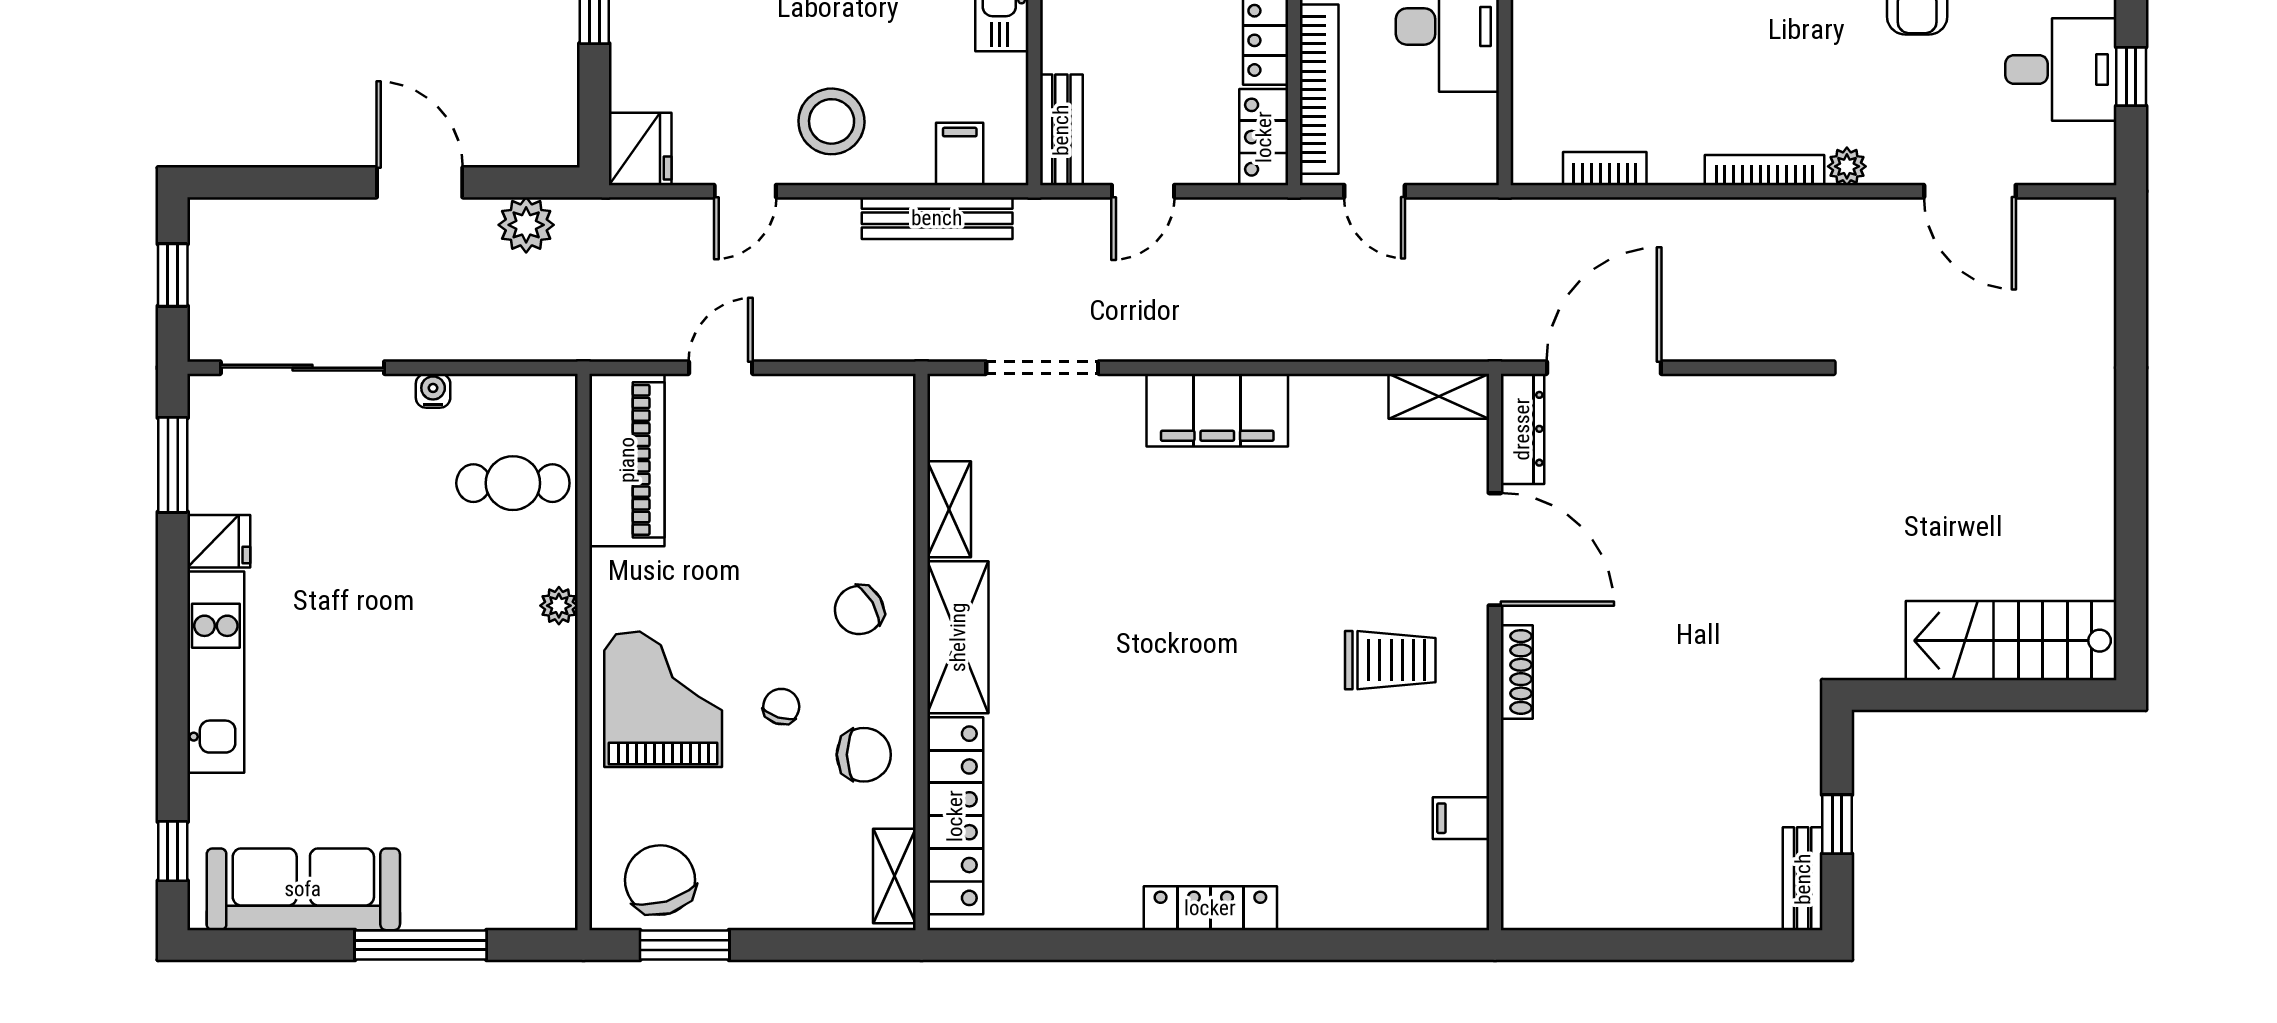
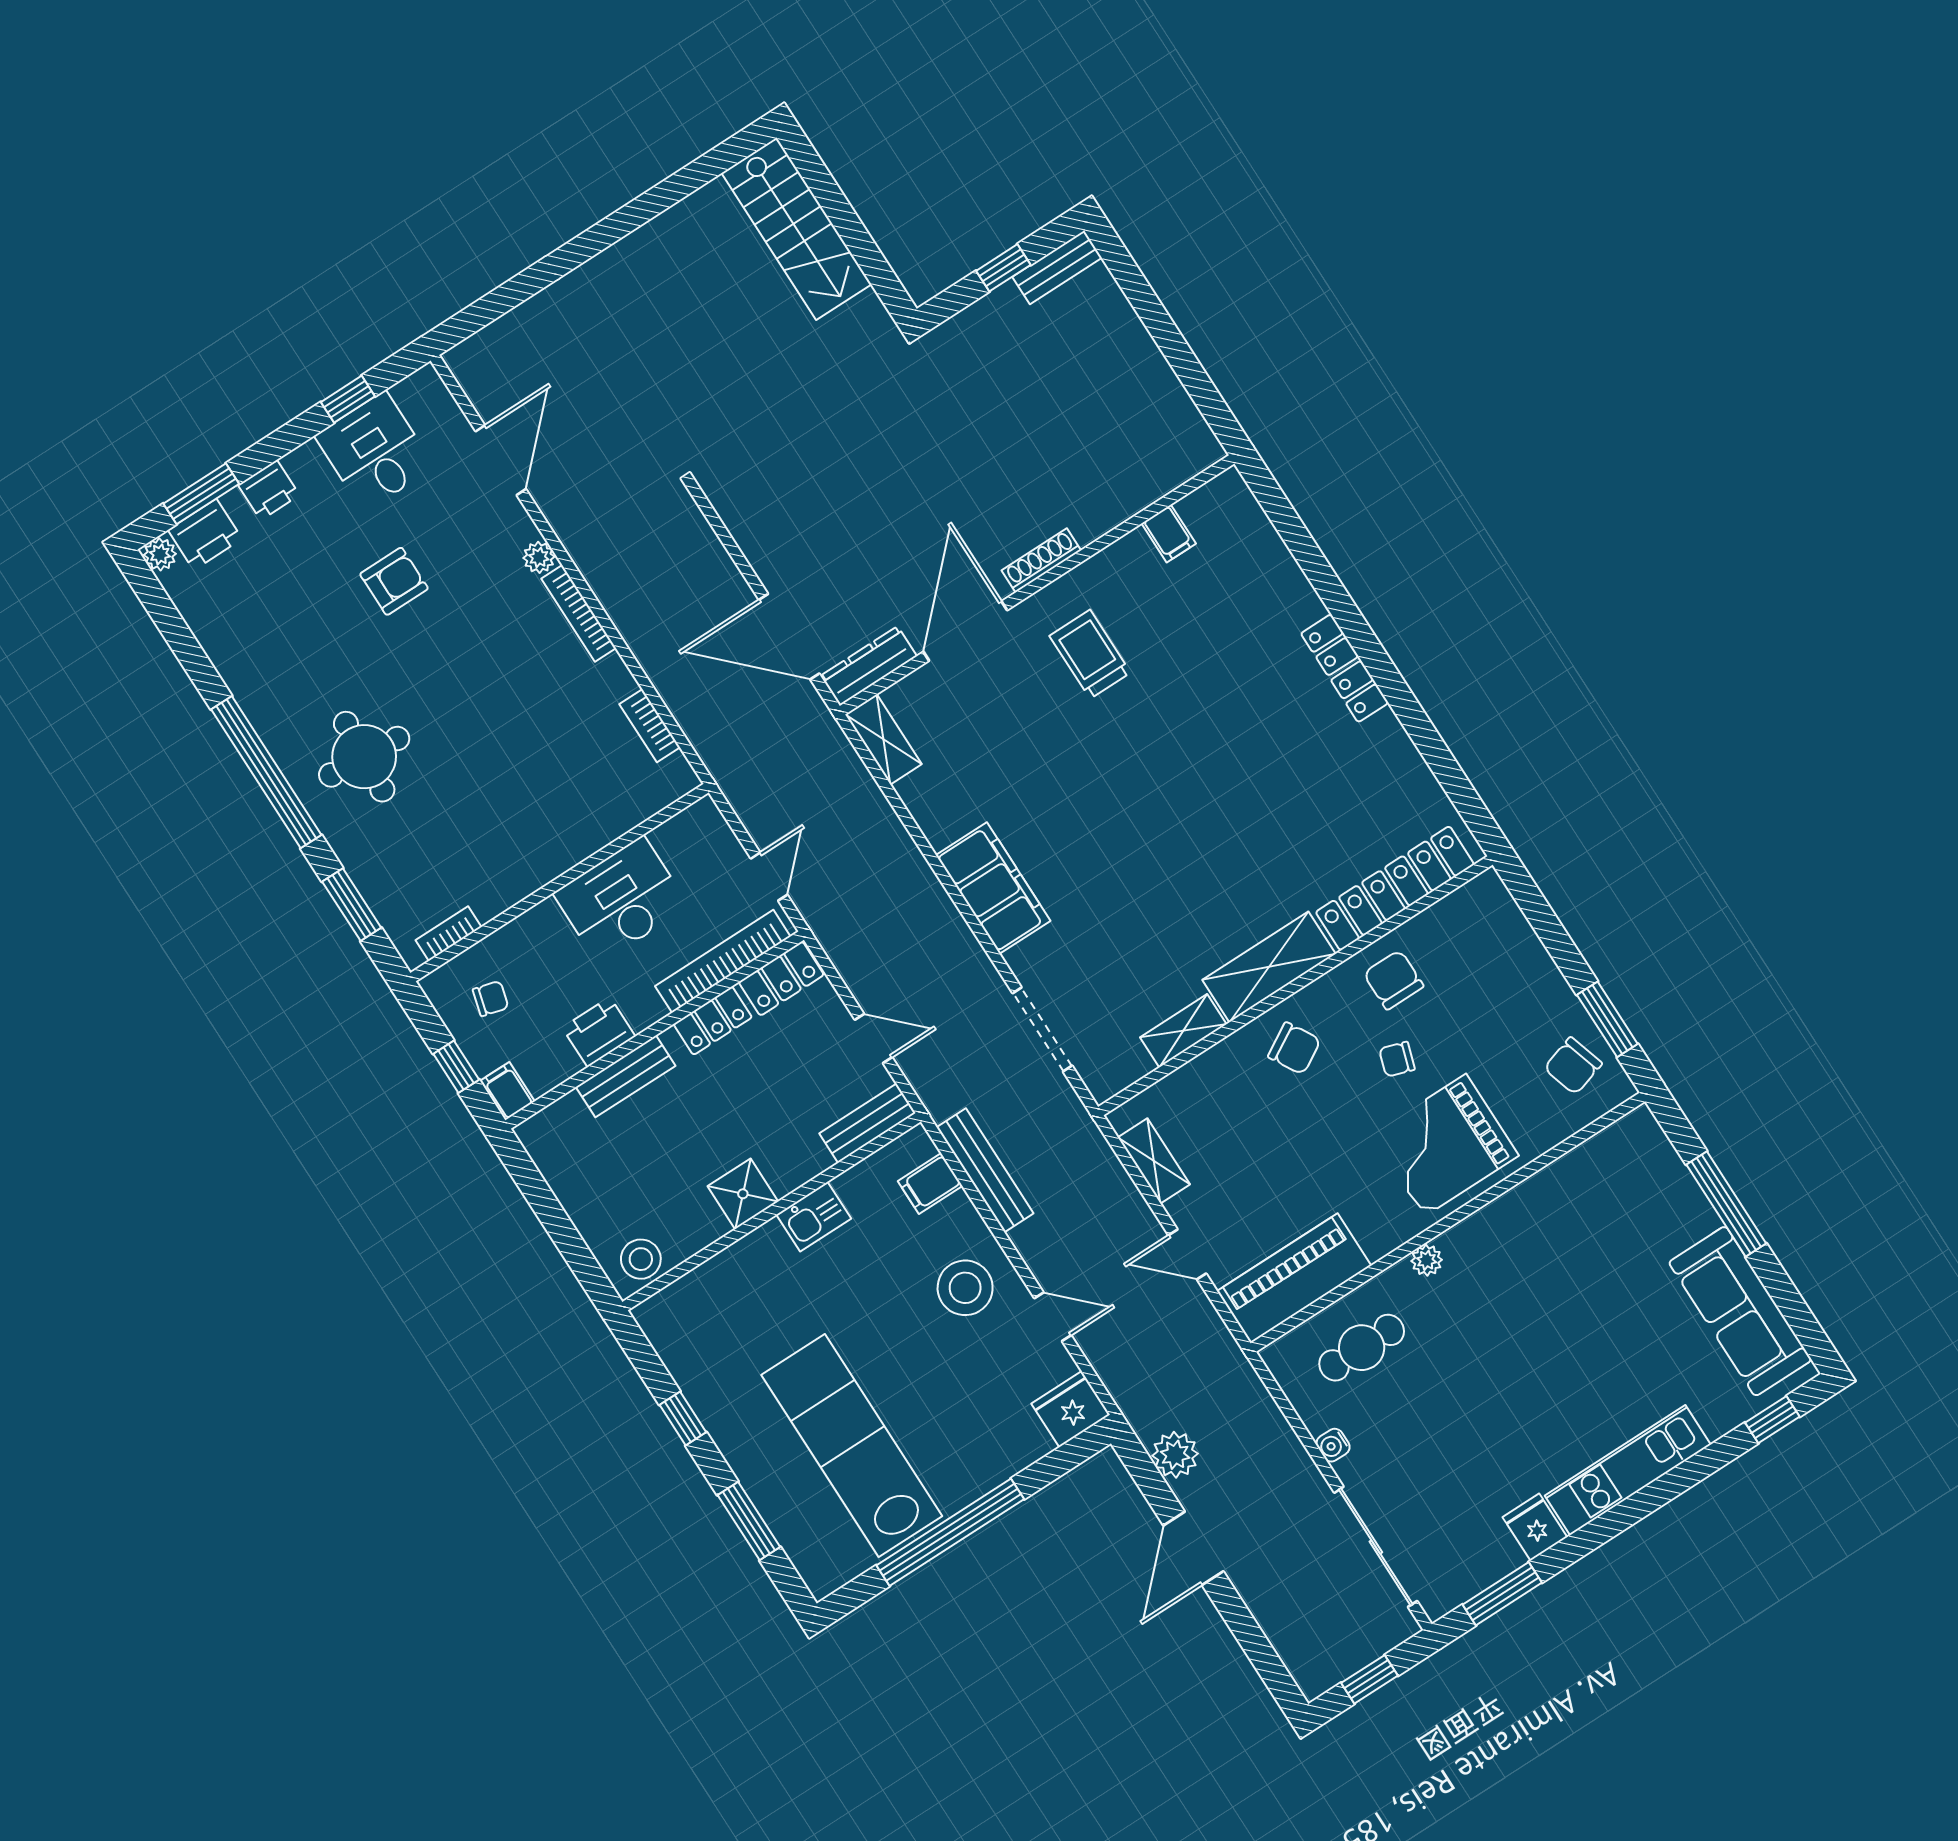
cafe table: (513, 483) -> (1362, 1348), turned 90
shelving: (894, 876) -> (1154, 1161), moved, turned 90
chair: (660, 880) -> (1573, 1066), width x0.73, depth x0.73

